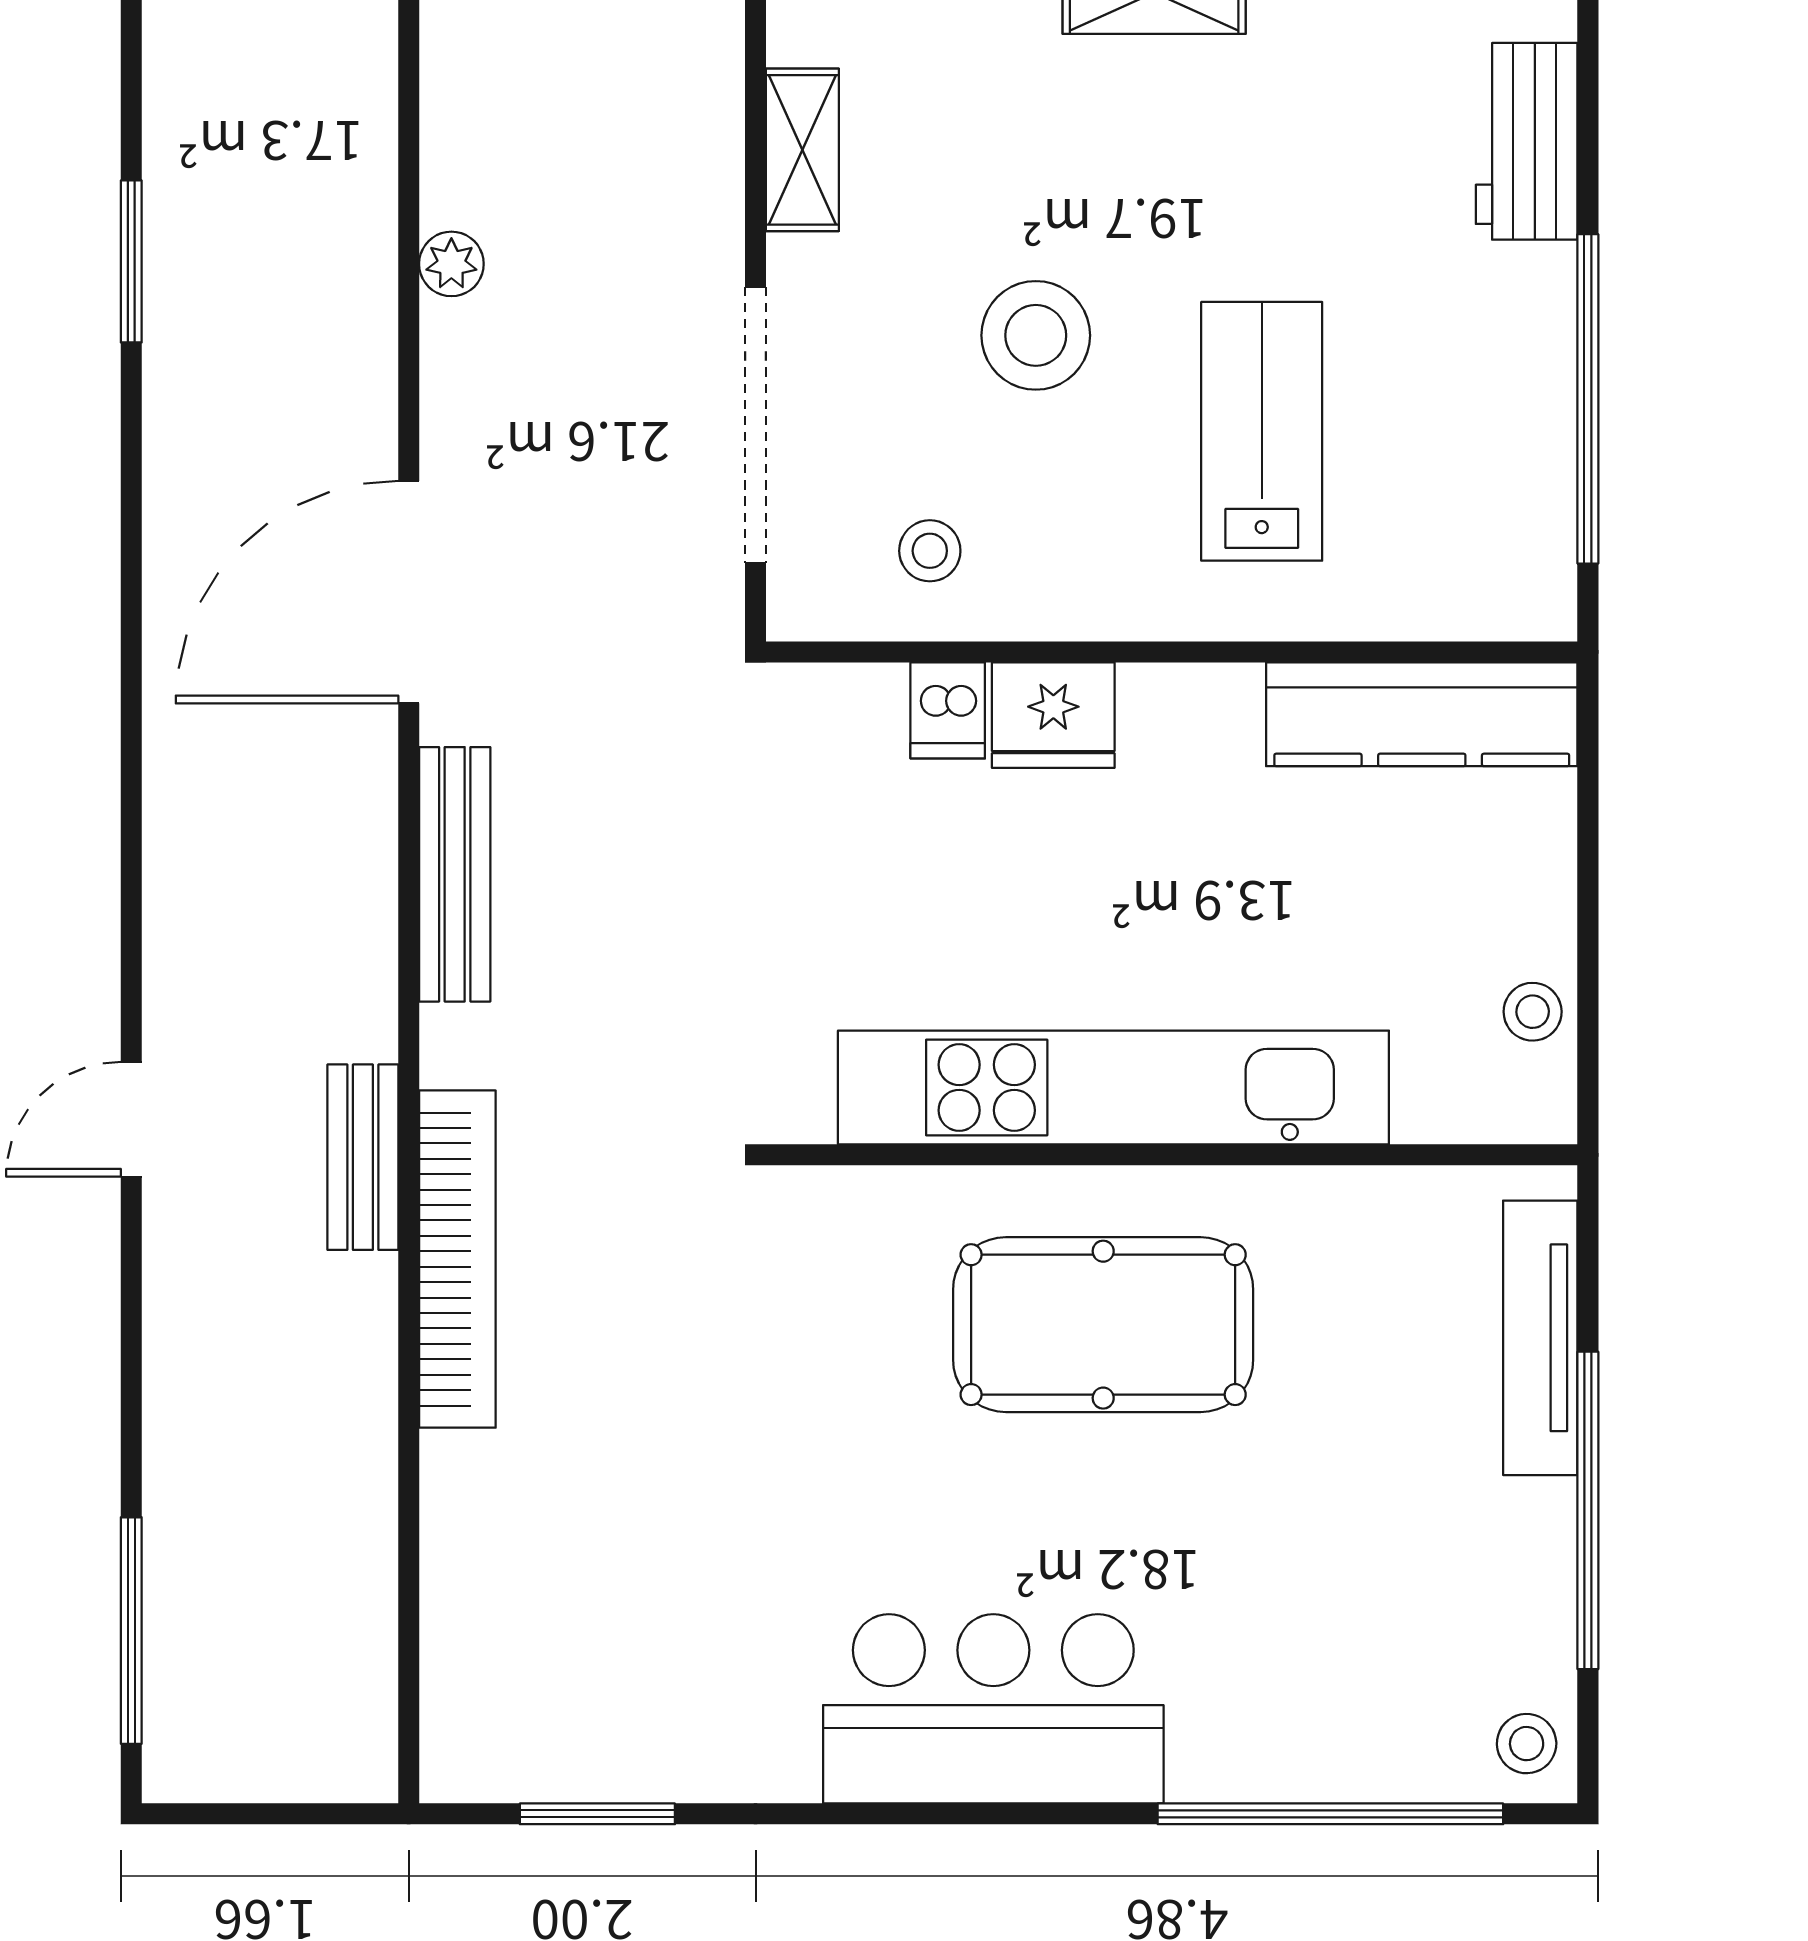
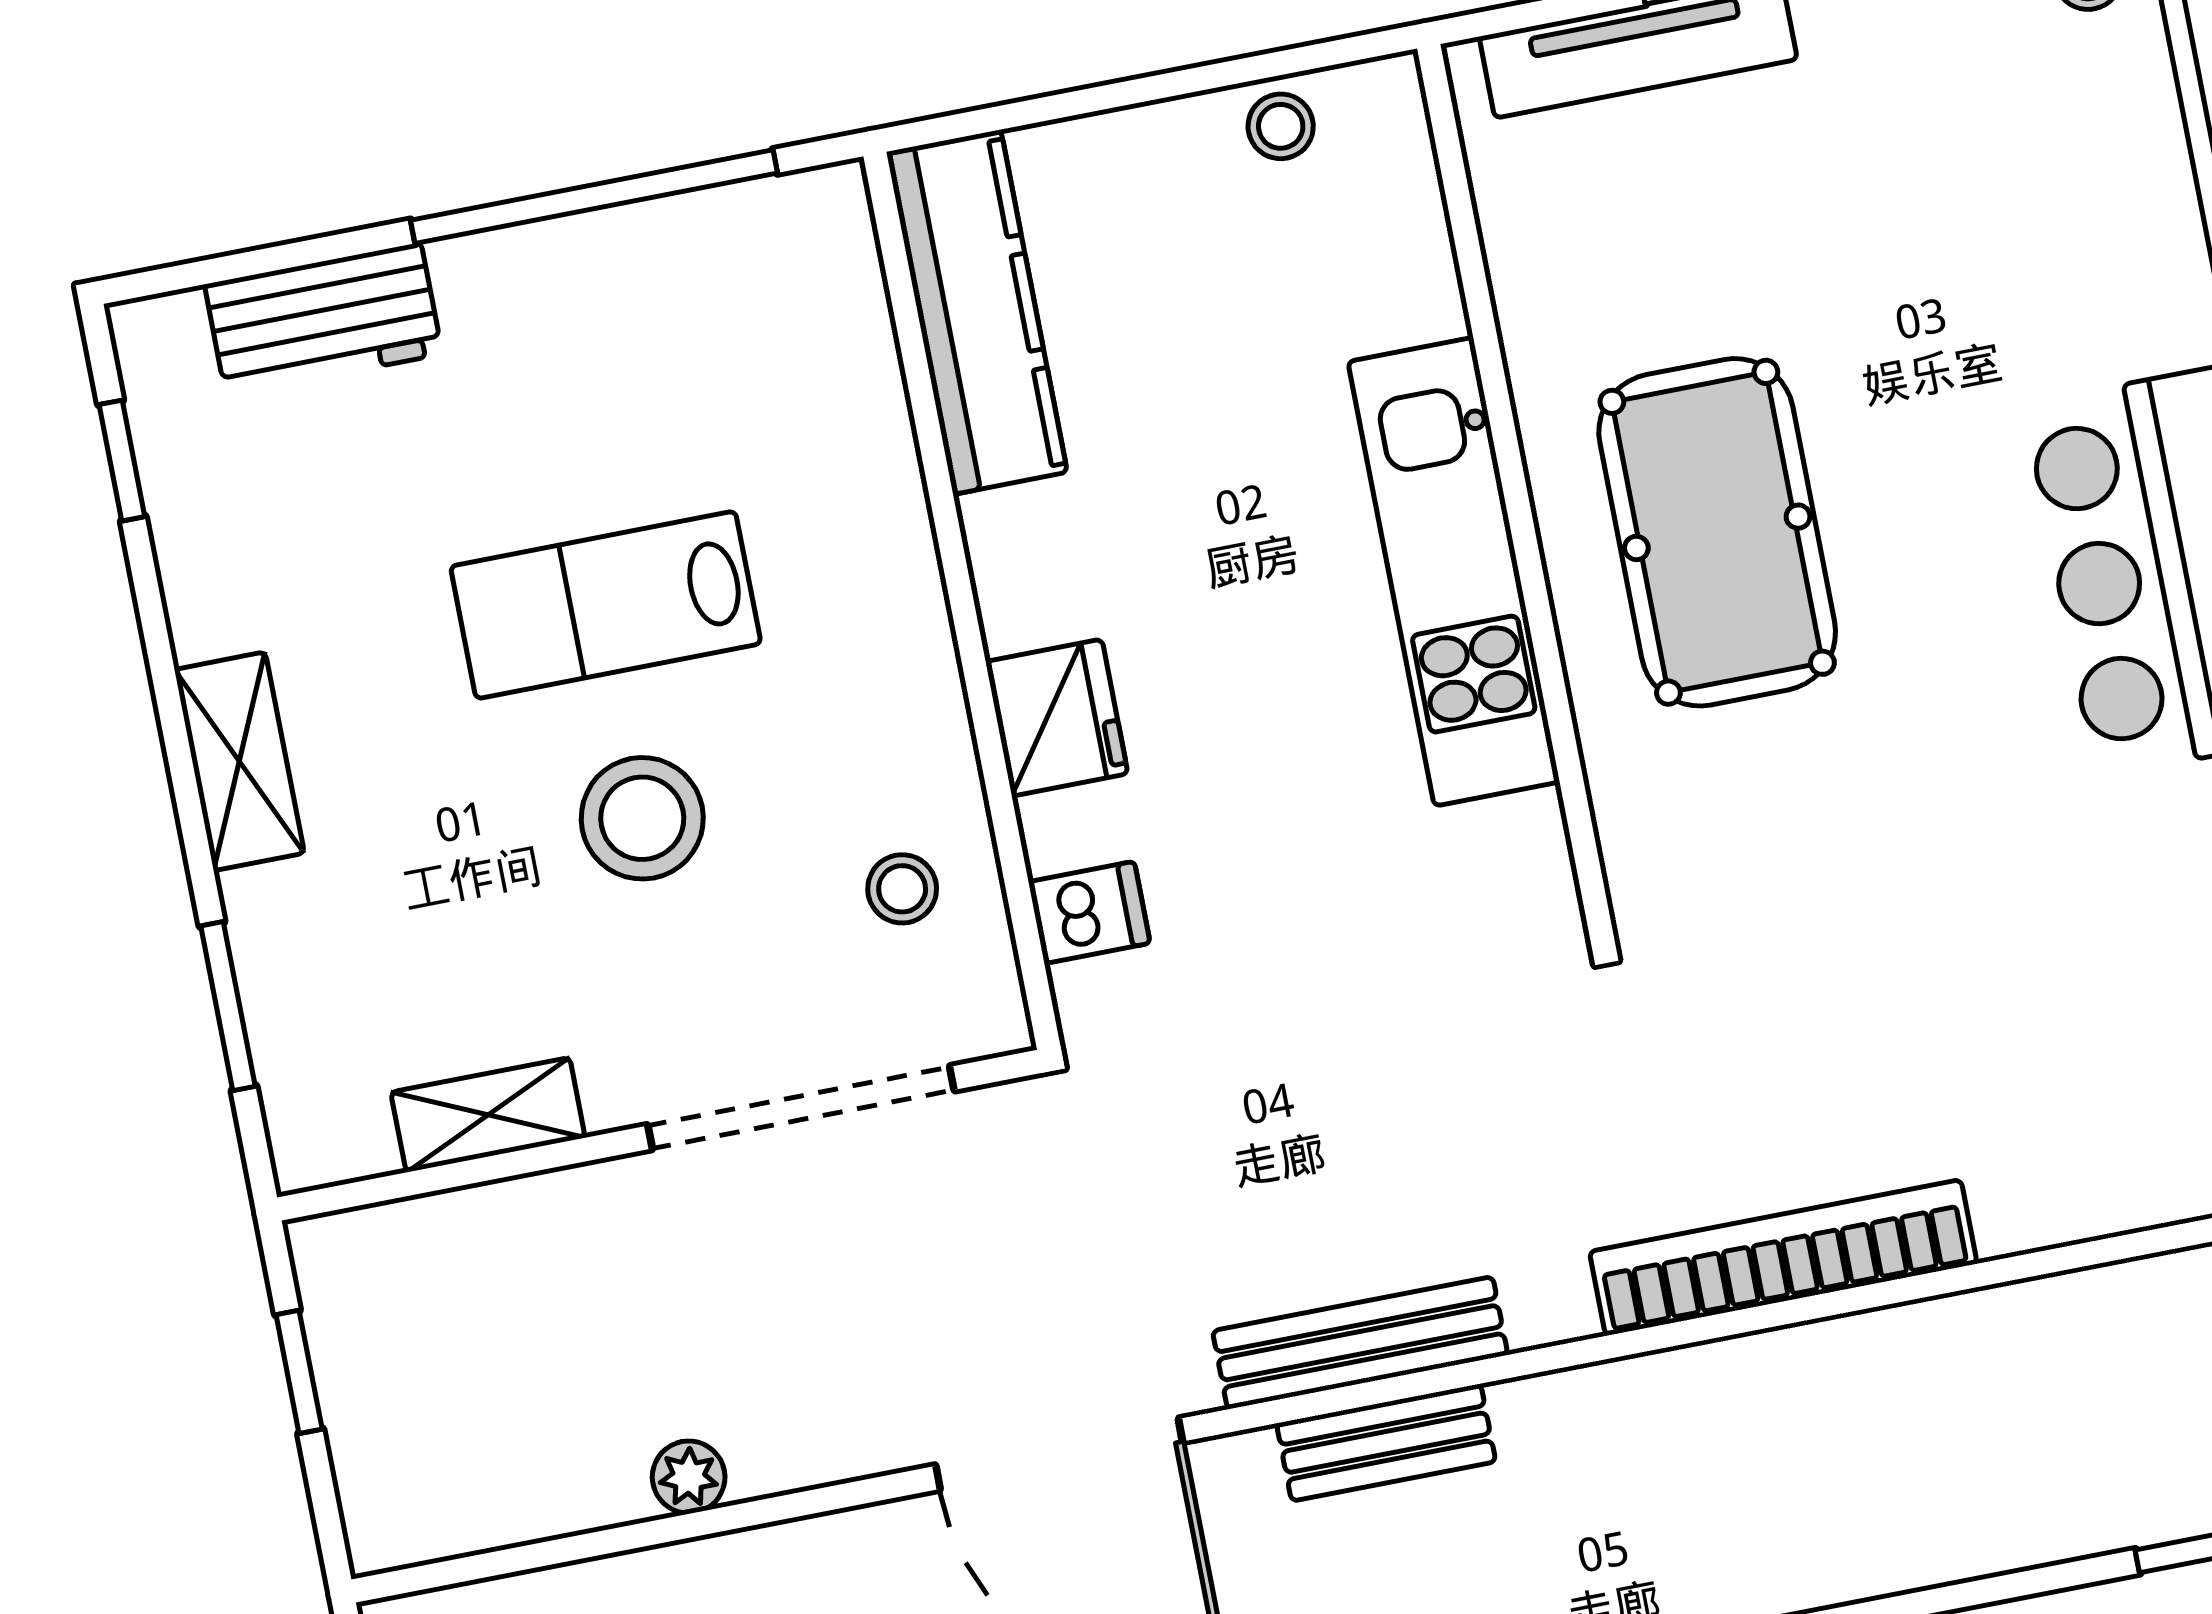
lab bench: (1262, 431) -> (606, 605), moved
dishwasher: (948, 710) -> (1089, 913), moved
kitchen unit: (1113, 1087) -> (1454, 572), width x0.73
bench: (363, 1157) -> (1386, 1443), moved

